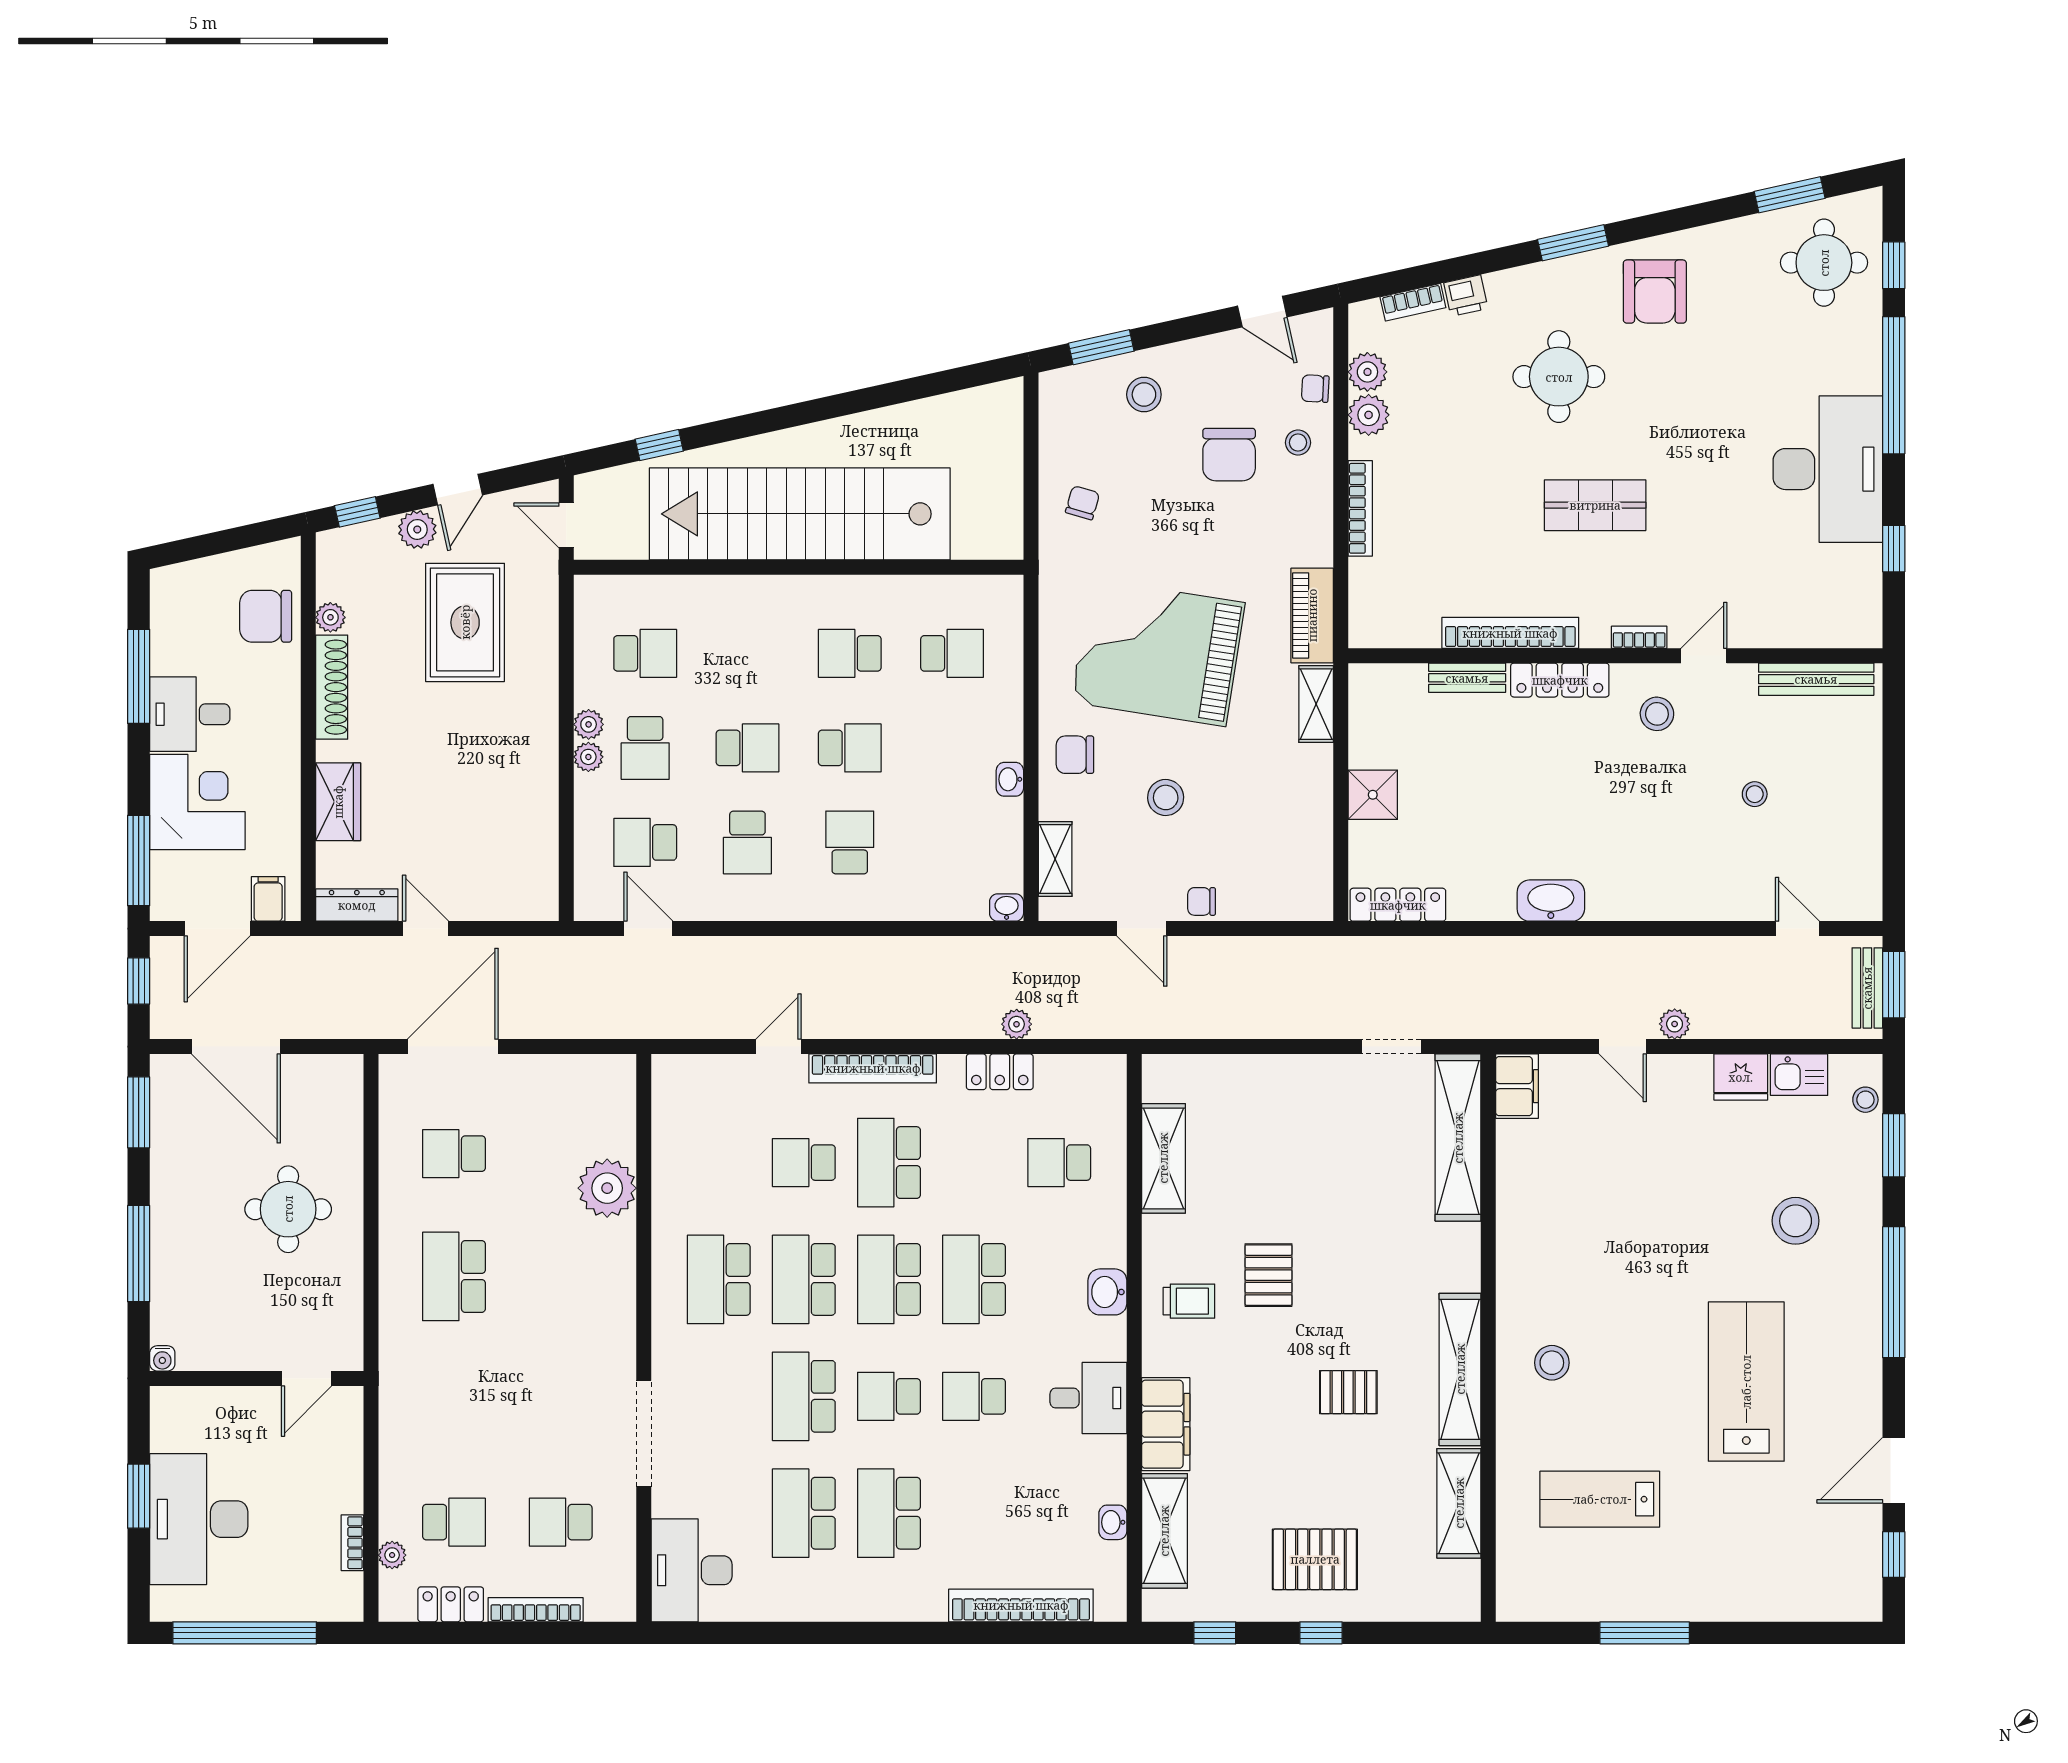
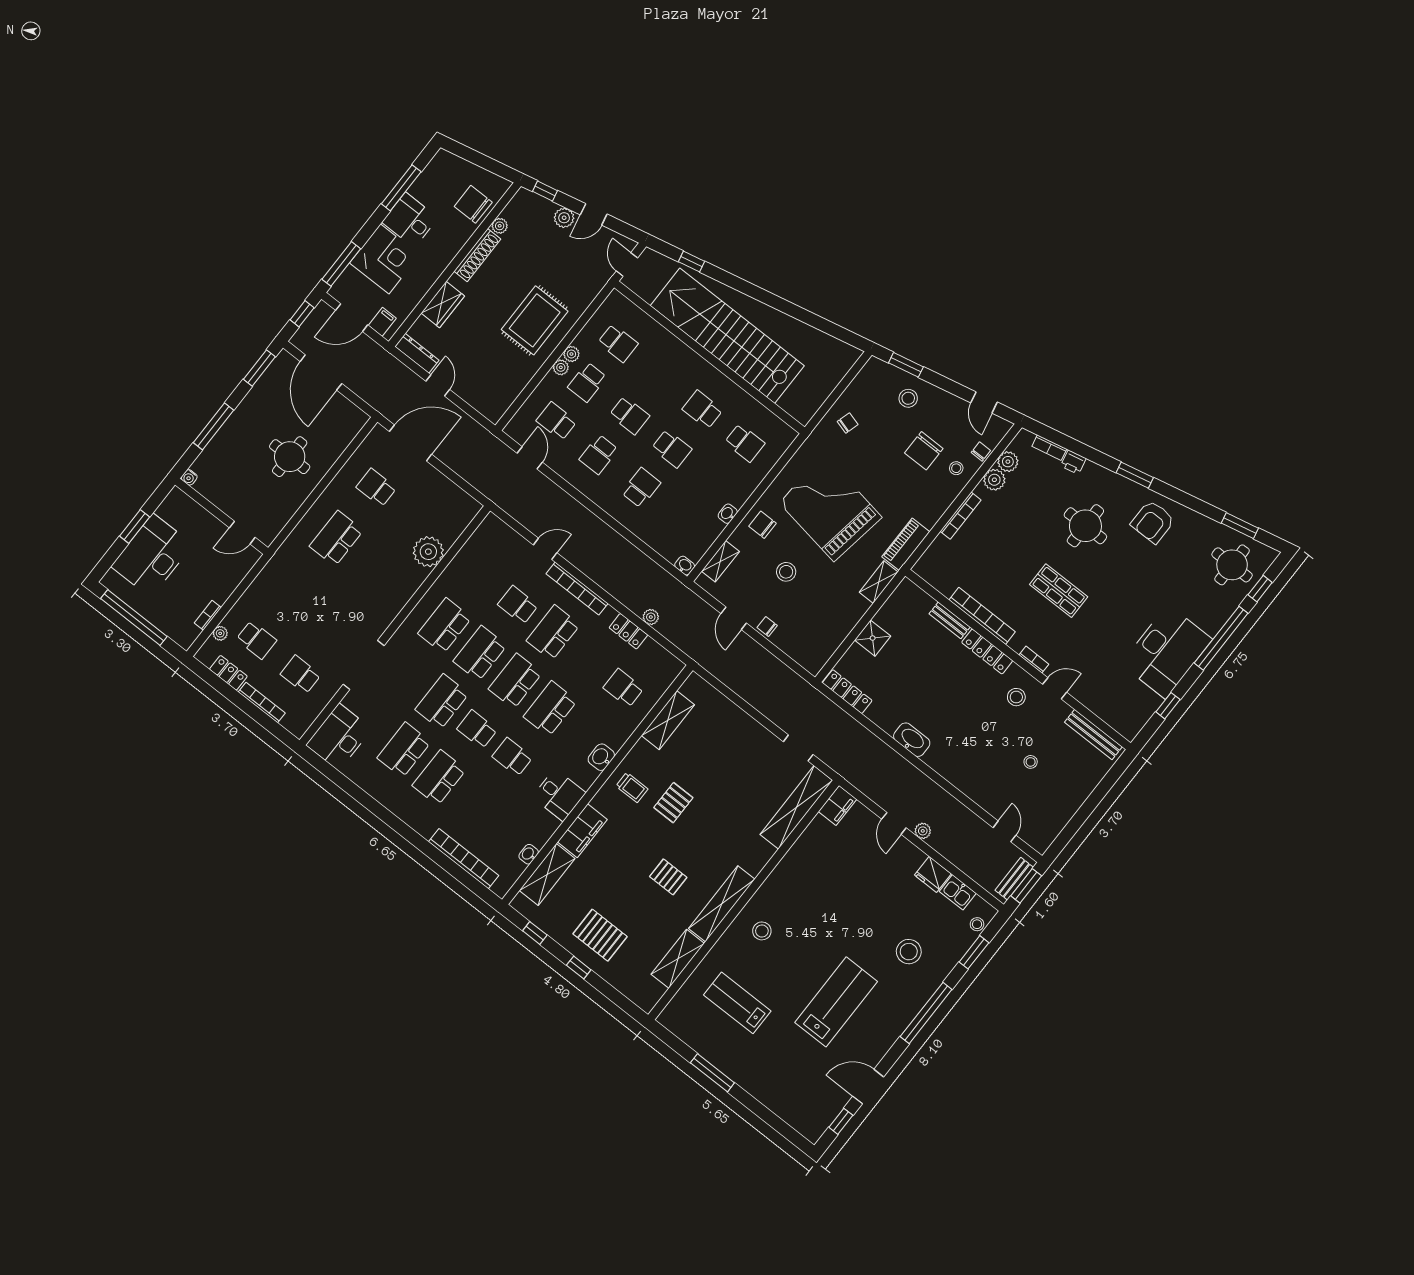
chair: (1315, 389) -> (981, 452), turned 87
rug: (465, 622) -> (535, 320), moved

